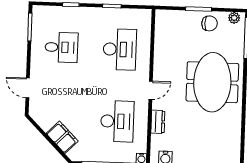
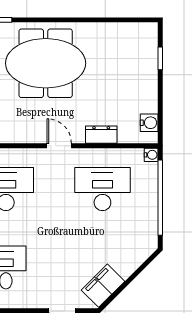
filing cabinet: (62, 137) -> (103, 286), moved

